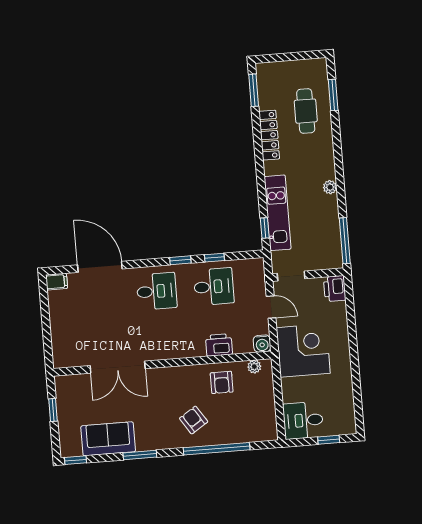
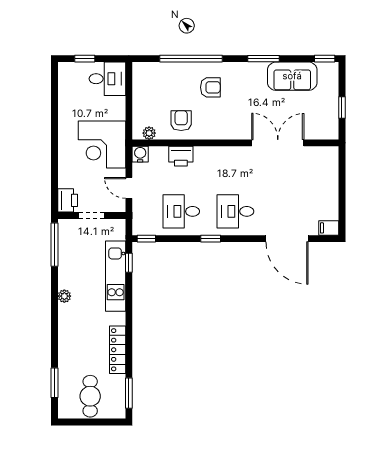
cafe table: (306, 111) -> (90, 396), moved
window: (214, 258) -> (146, 239), moved
doorway: (291, 276) -> (91, 216), moved
armchair: (194, 420) -> (210, 87), turned -57

